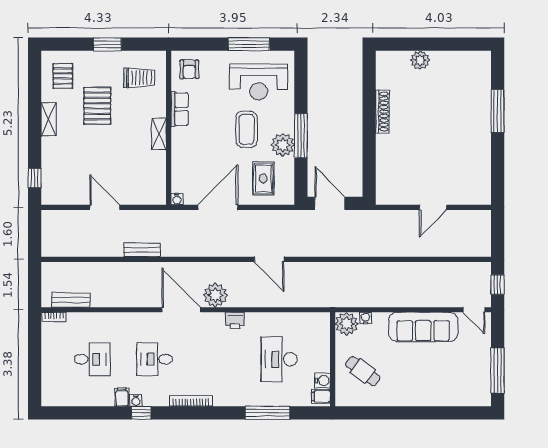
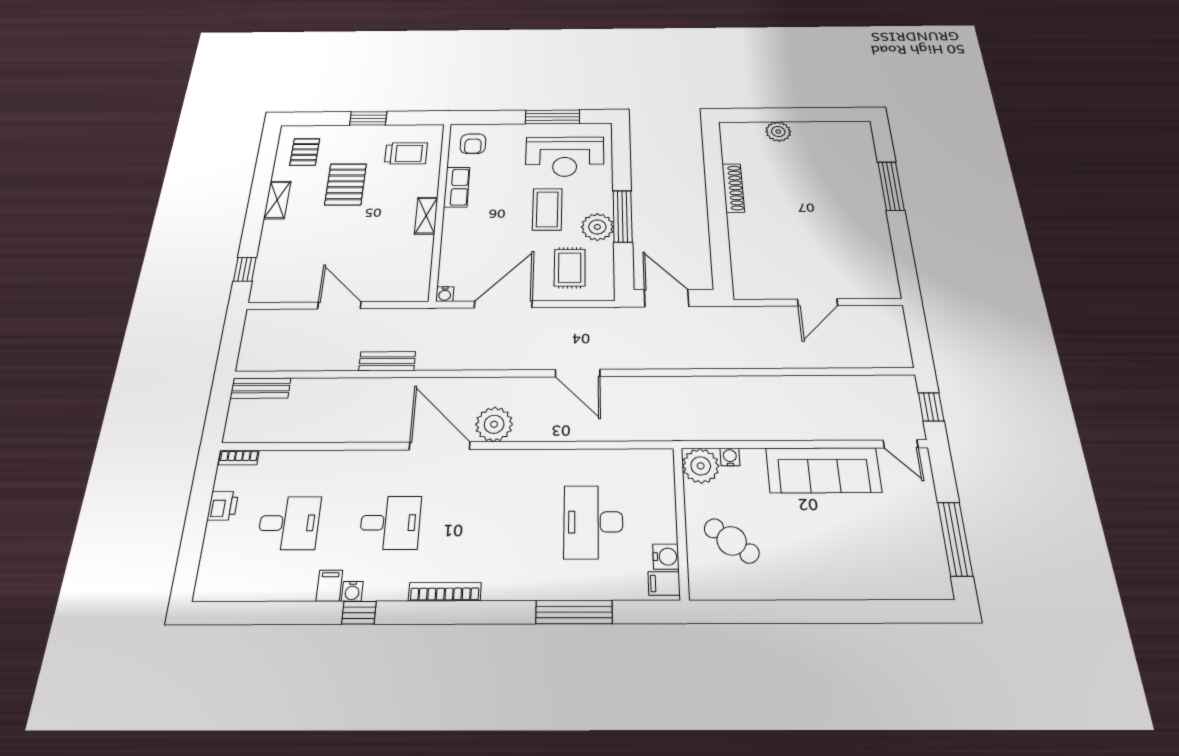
bench: (71, 300) -> (260, 388), moved
printer: (235, 320) -> (223, 506), moved, turned -90
desk: (155, 359) -> (390, 523), turned 180

